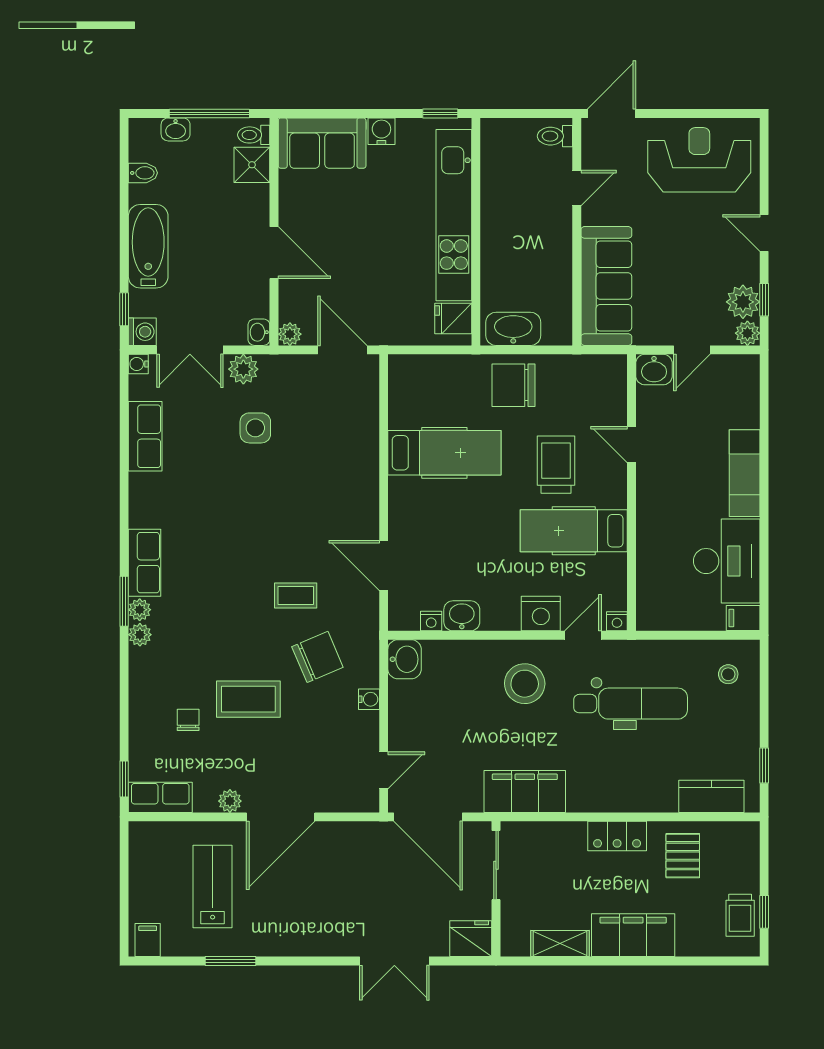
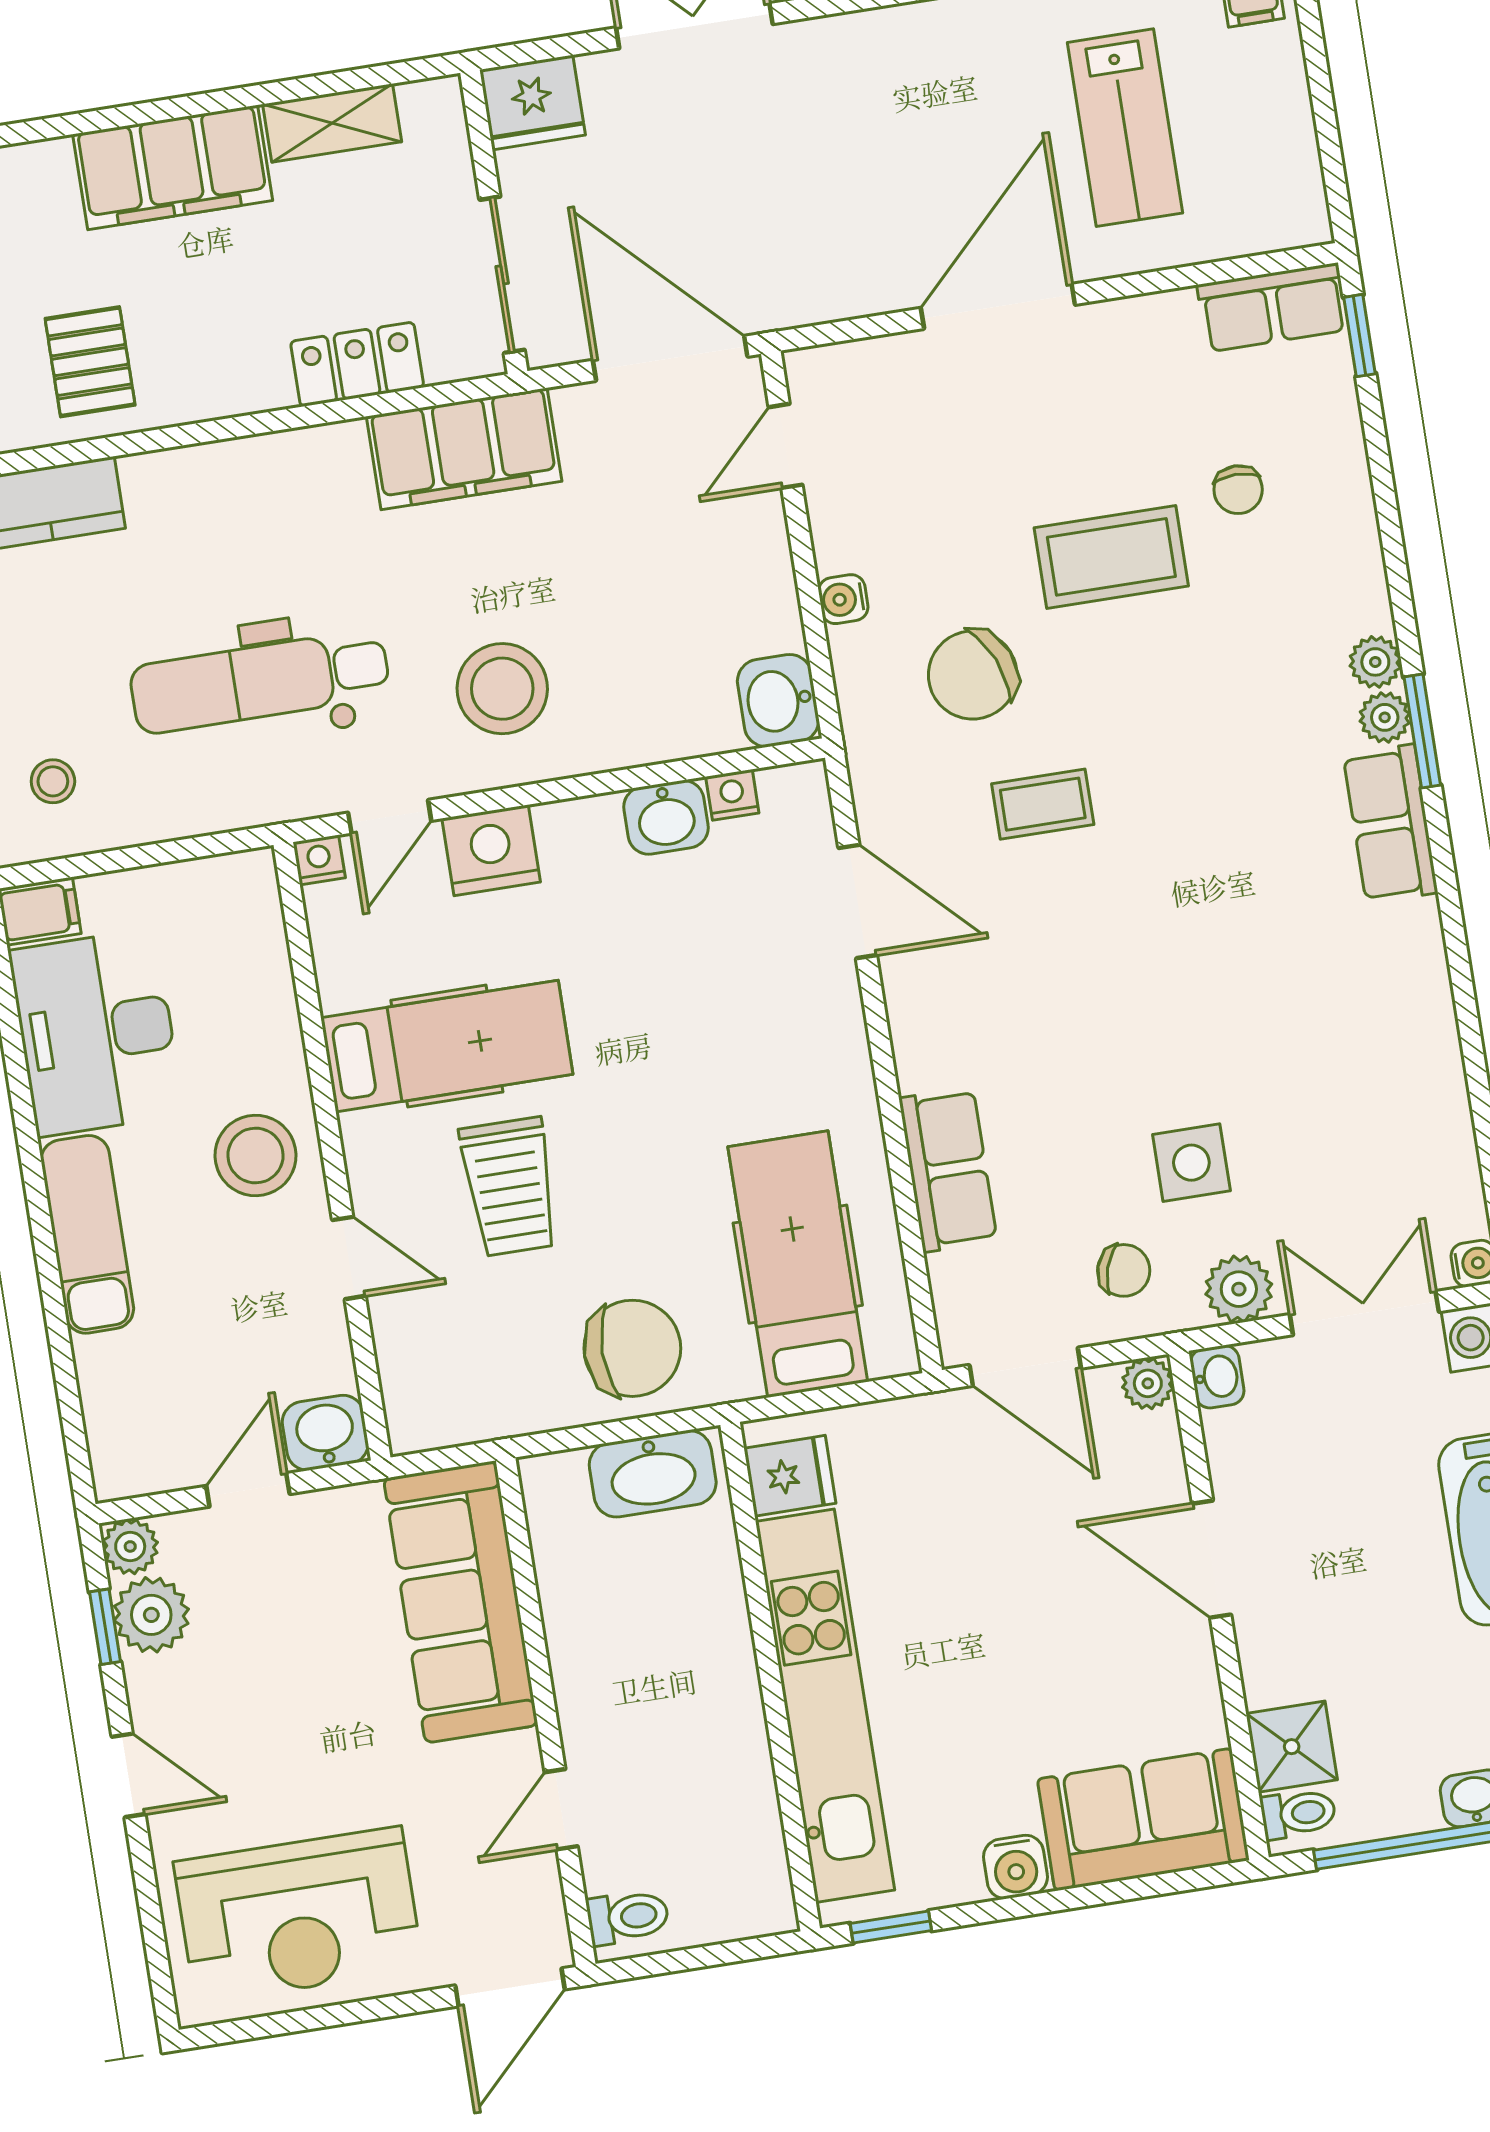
chair: (293, 385) -> (1124, 1270), added
row of seats: (145, 436) -> (948, 1170), moved, turned 180
hospital bed: (444, 453) -> (798, 1264), moved, turned 90
stool: (665, 496) -> (256, 1155), added
plant: (230, 801) -> (1117, 324), removed
locker: (617, 836) -> (357, 364), moved

